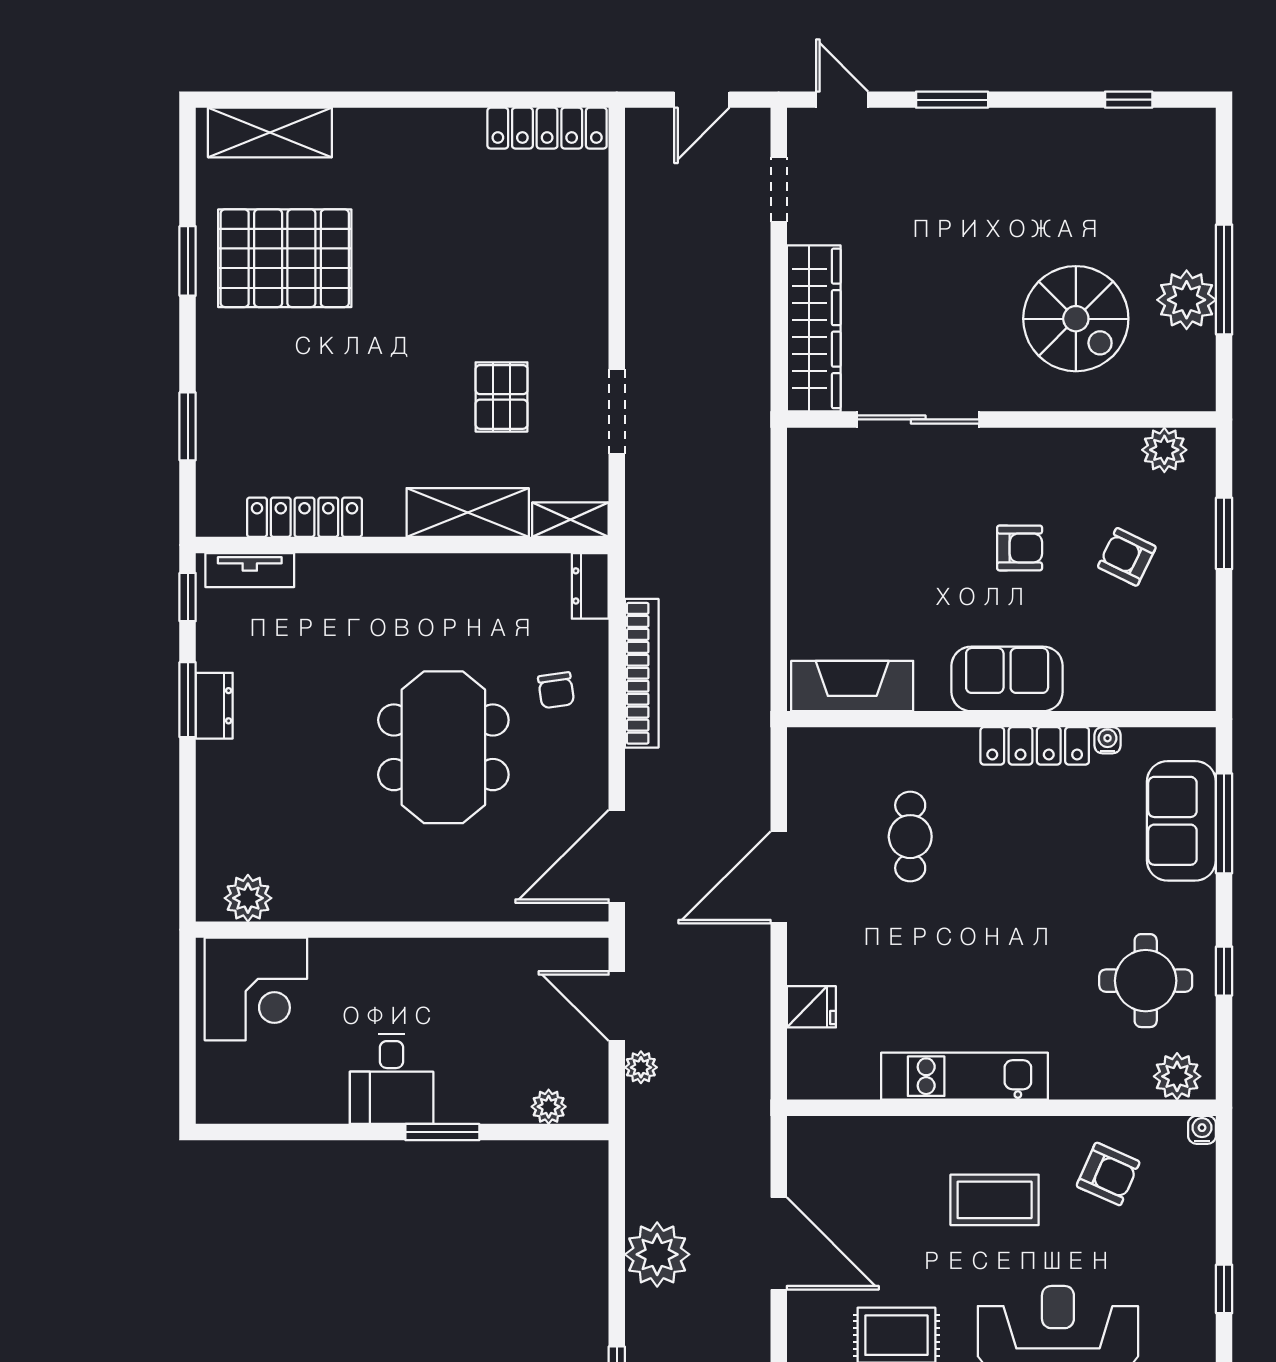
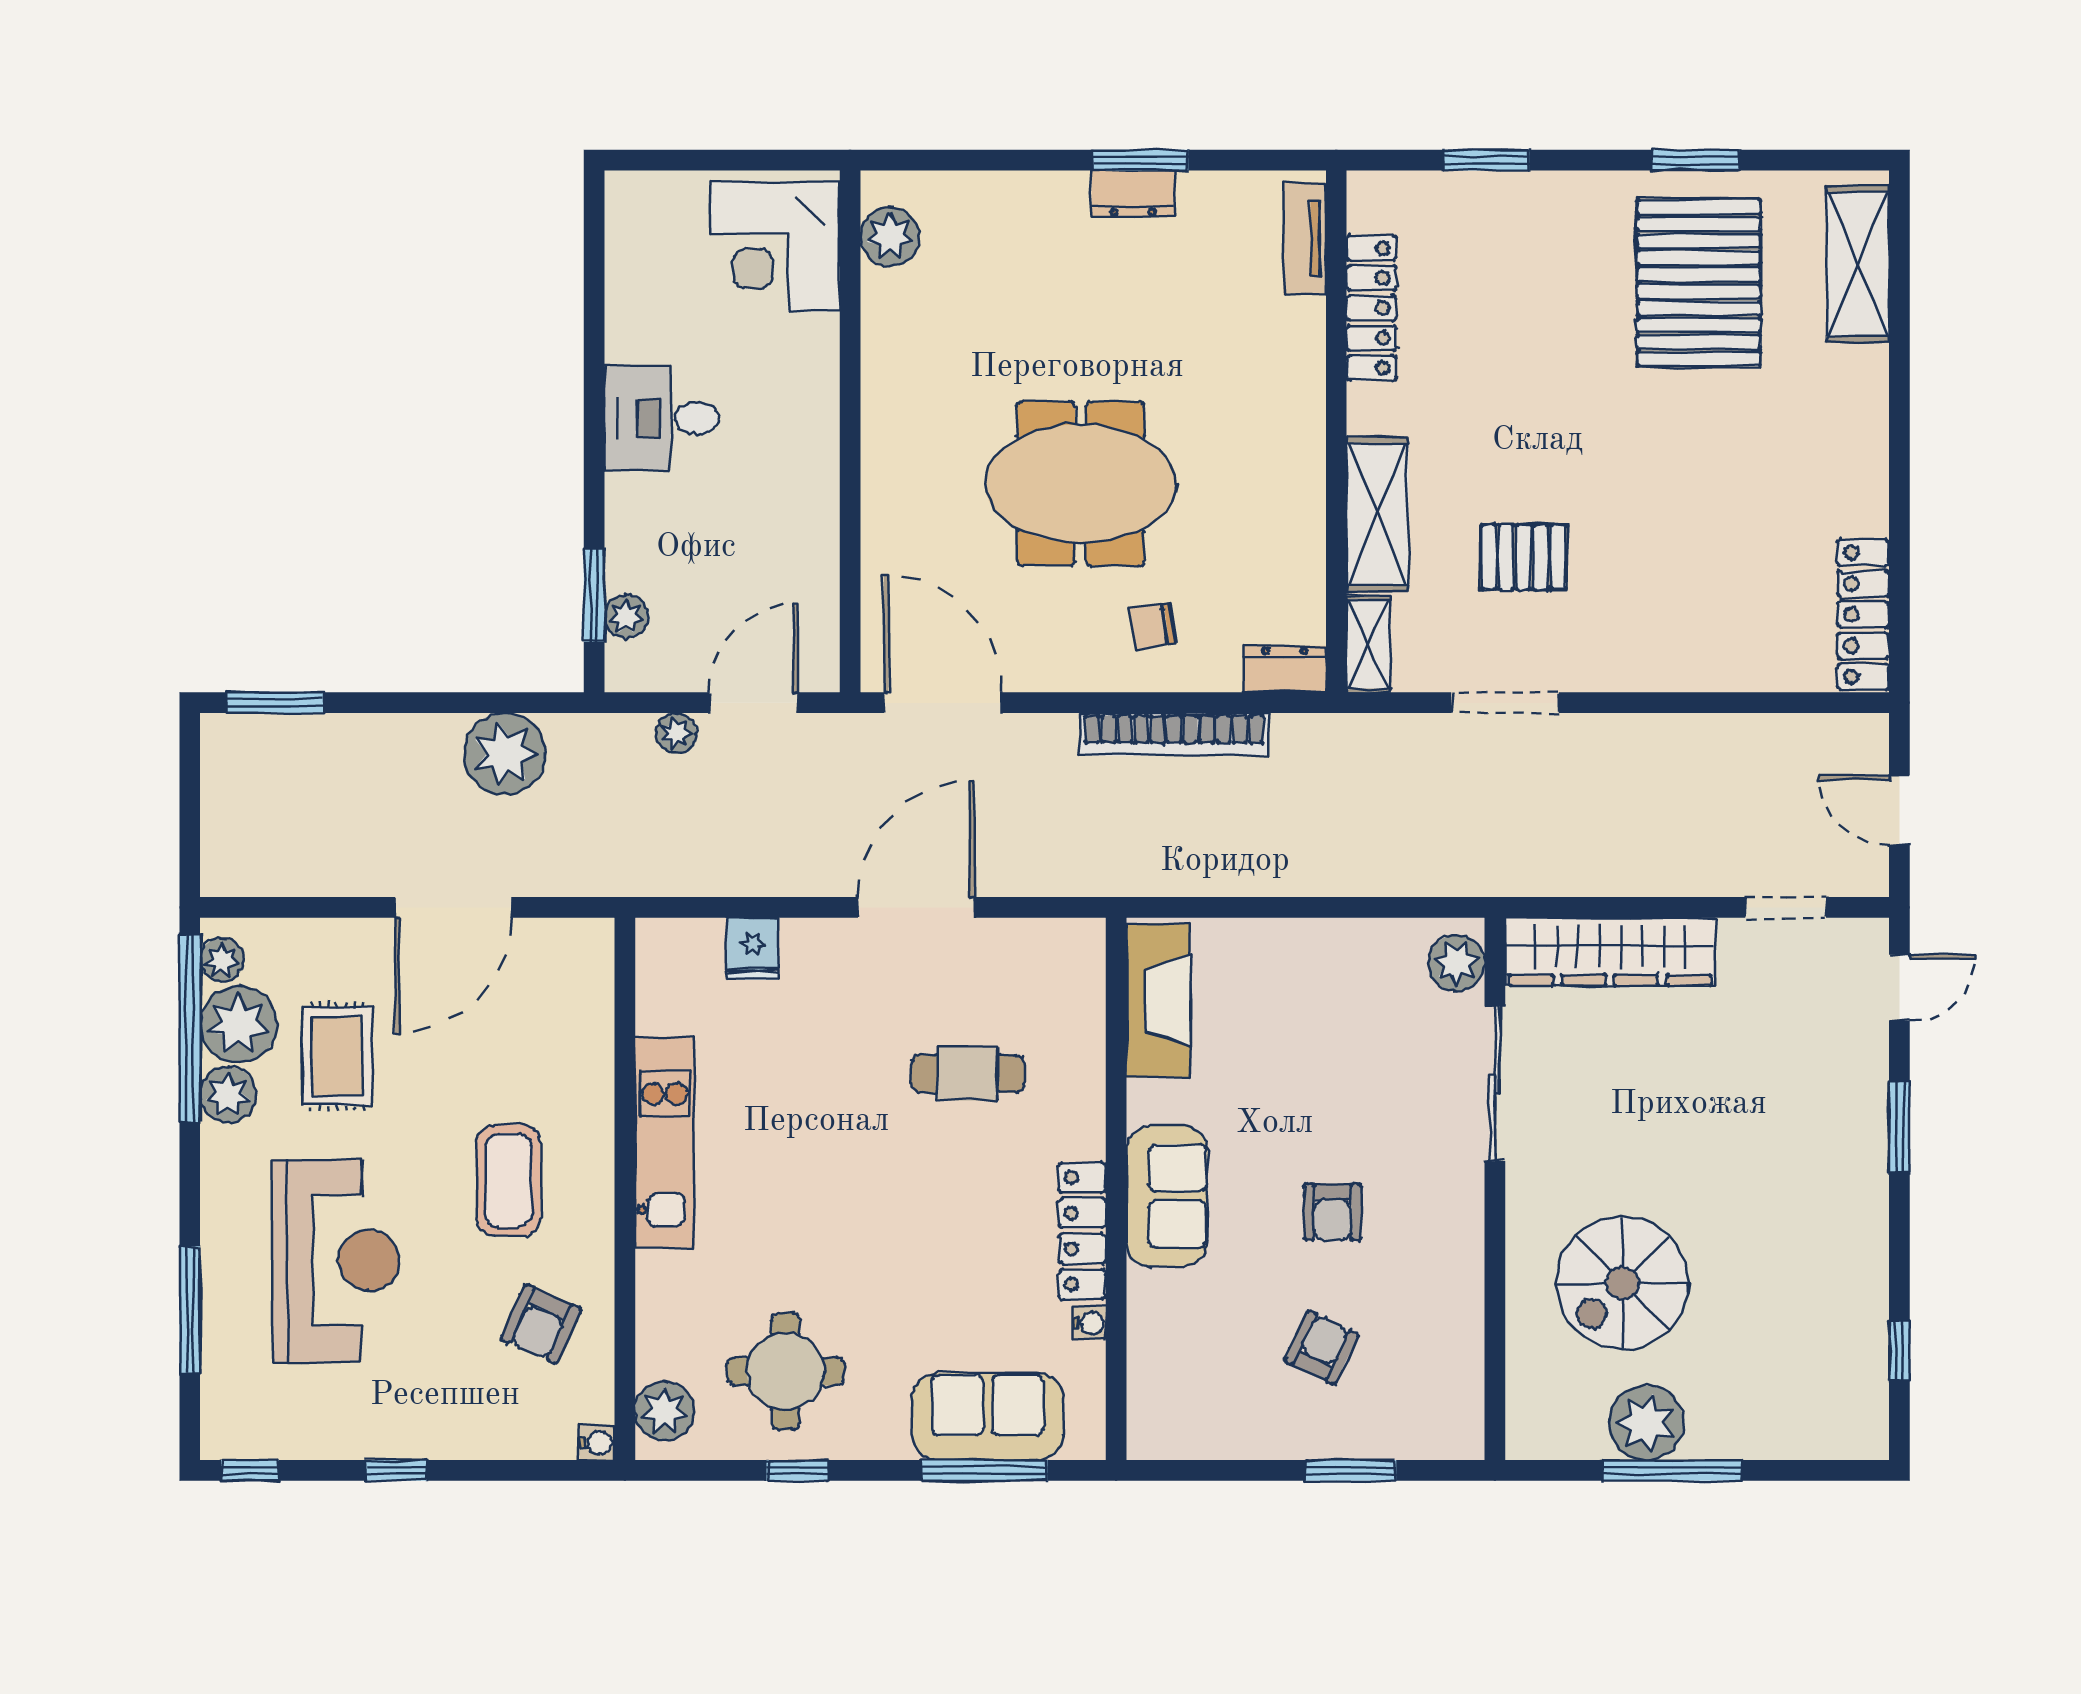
plant: (1164, 450) -> (1457, 963), moved
window: (188, 597) -> (1270, 160), removed
door: (779, 877) -> (916, 907), hinge flipped
window: (442, 1132) -> (594, 595), moved
plant: (657, 1254) -> (505, 754), moved

